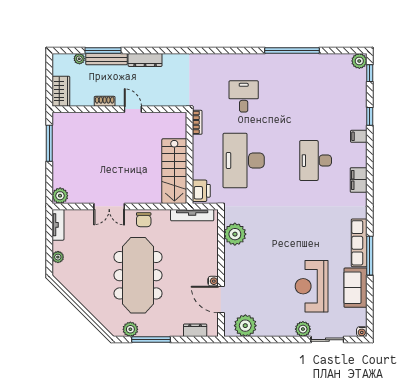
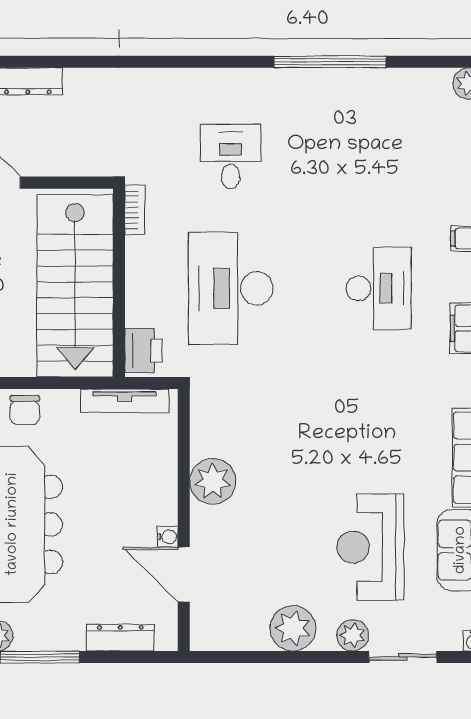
desk: (316, 161) -> (379, 288), turned 180
stairs: (174, 171) -> (75, 286), width x1.36, depth x1.51
plant: (235, 234) -> (213, 481), moved
plant: (245, 326) -> (293, 628), moved
dresser: (195, 330) -> (120, 638), width x1.44

